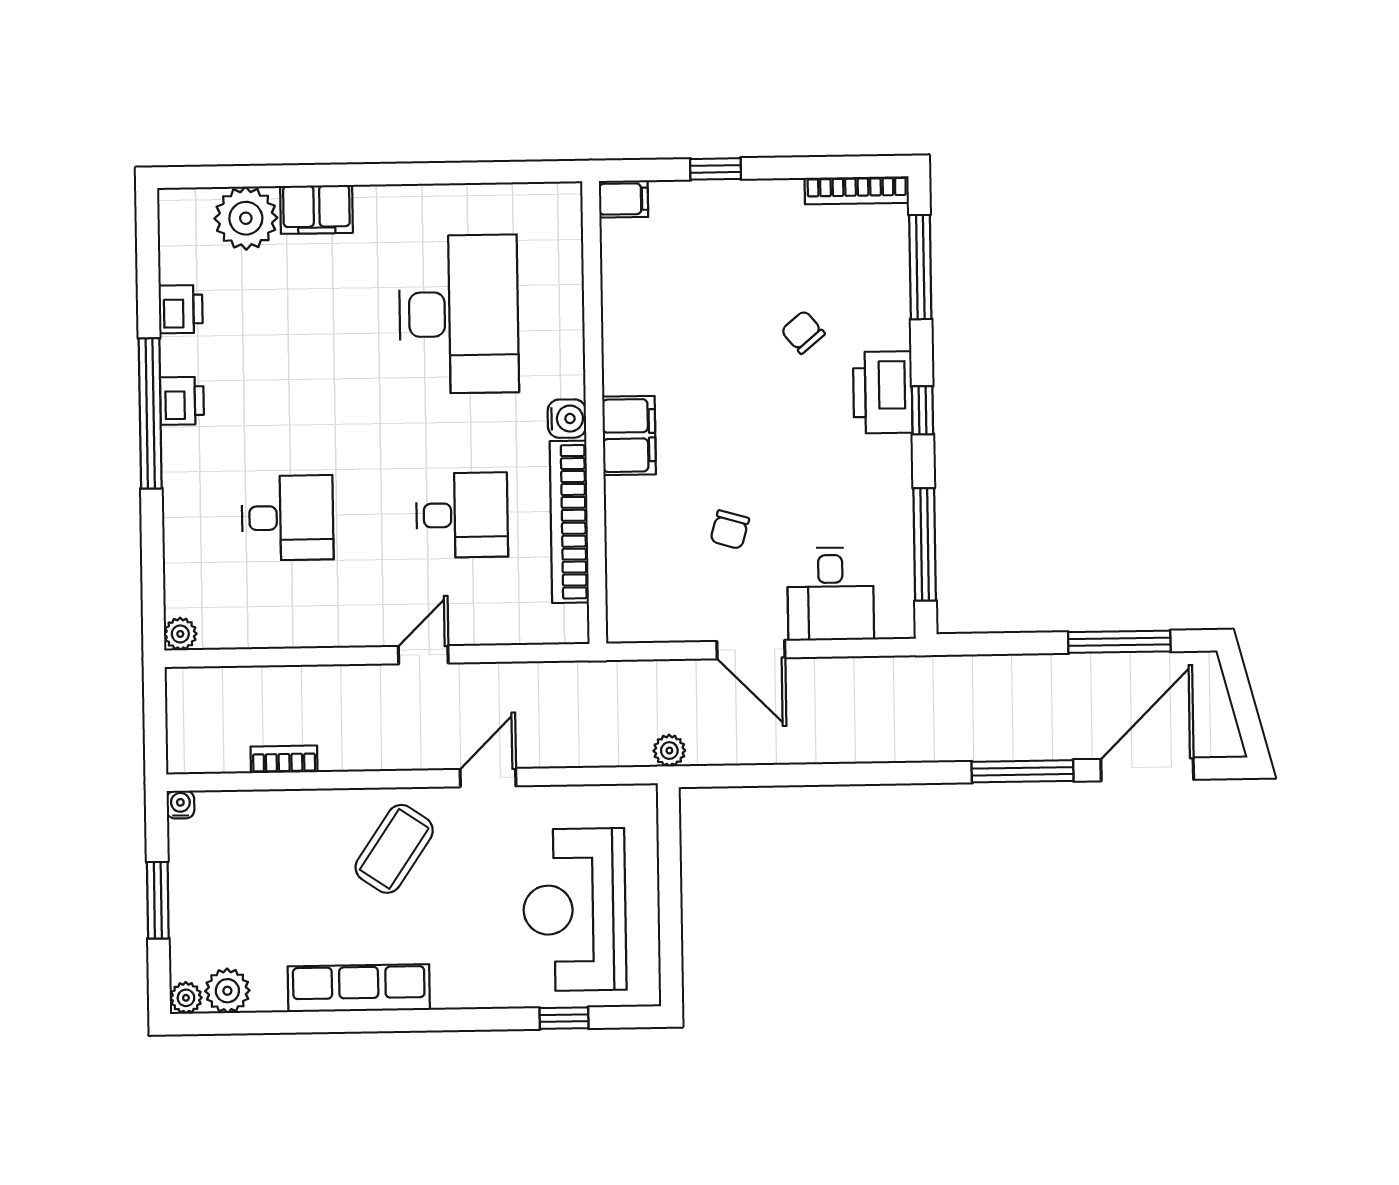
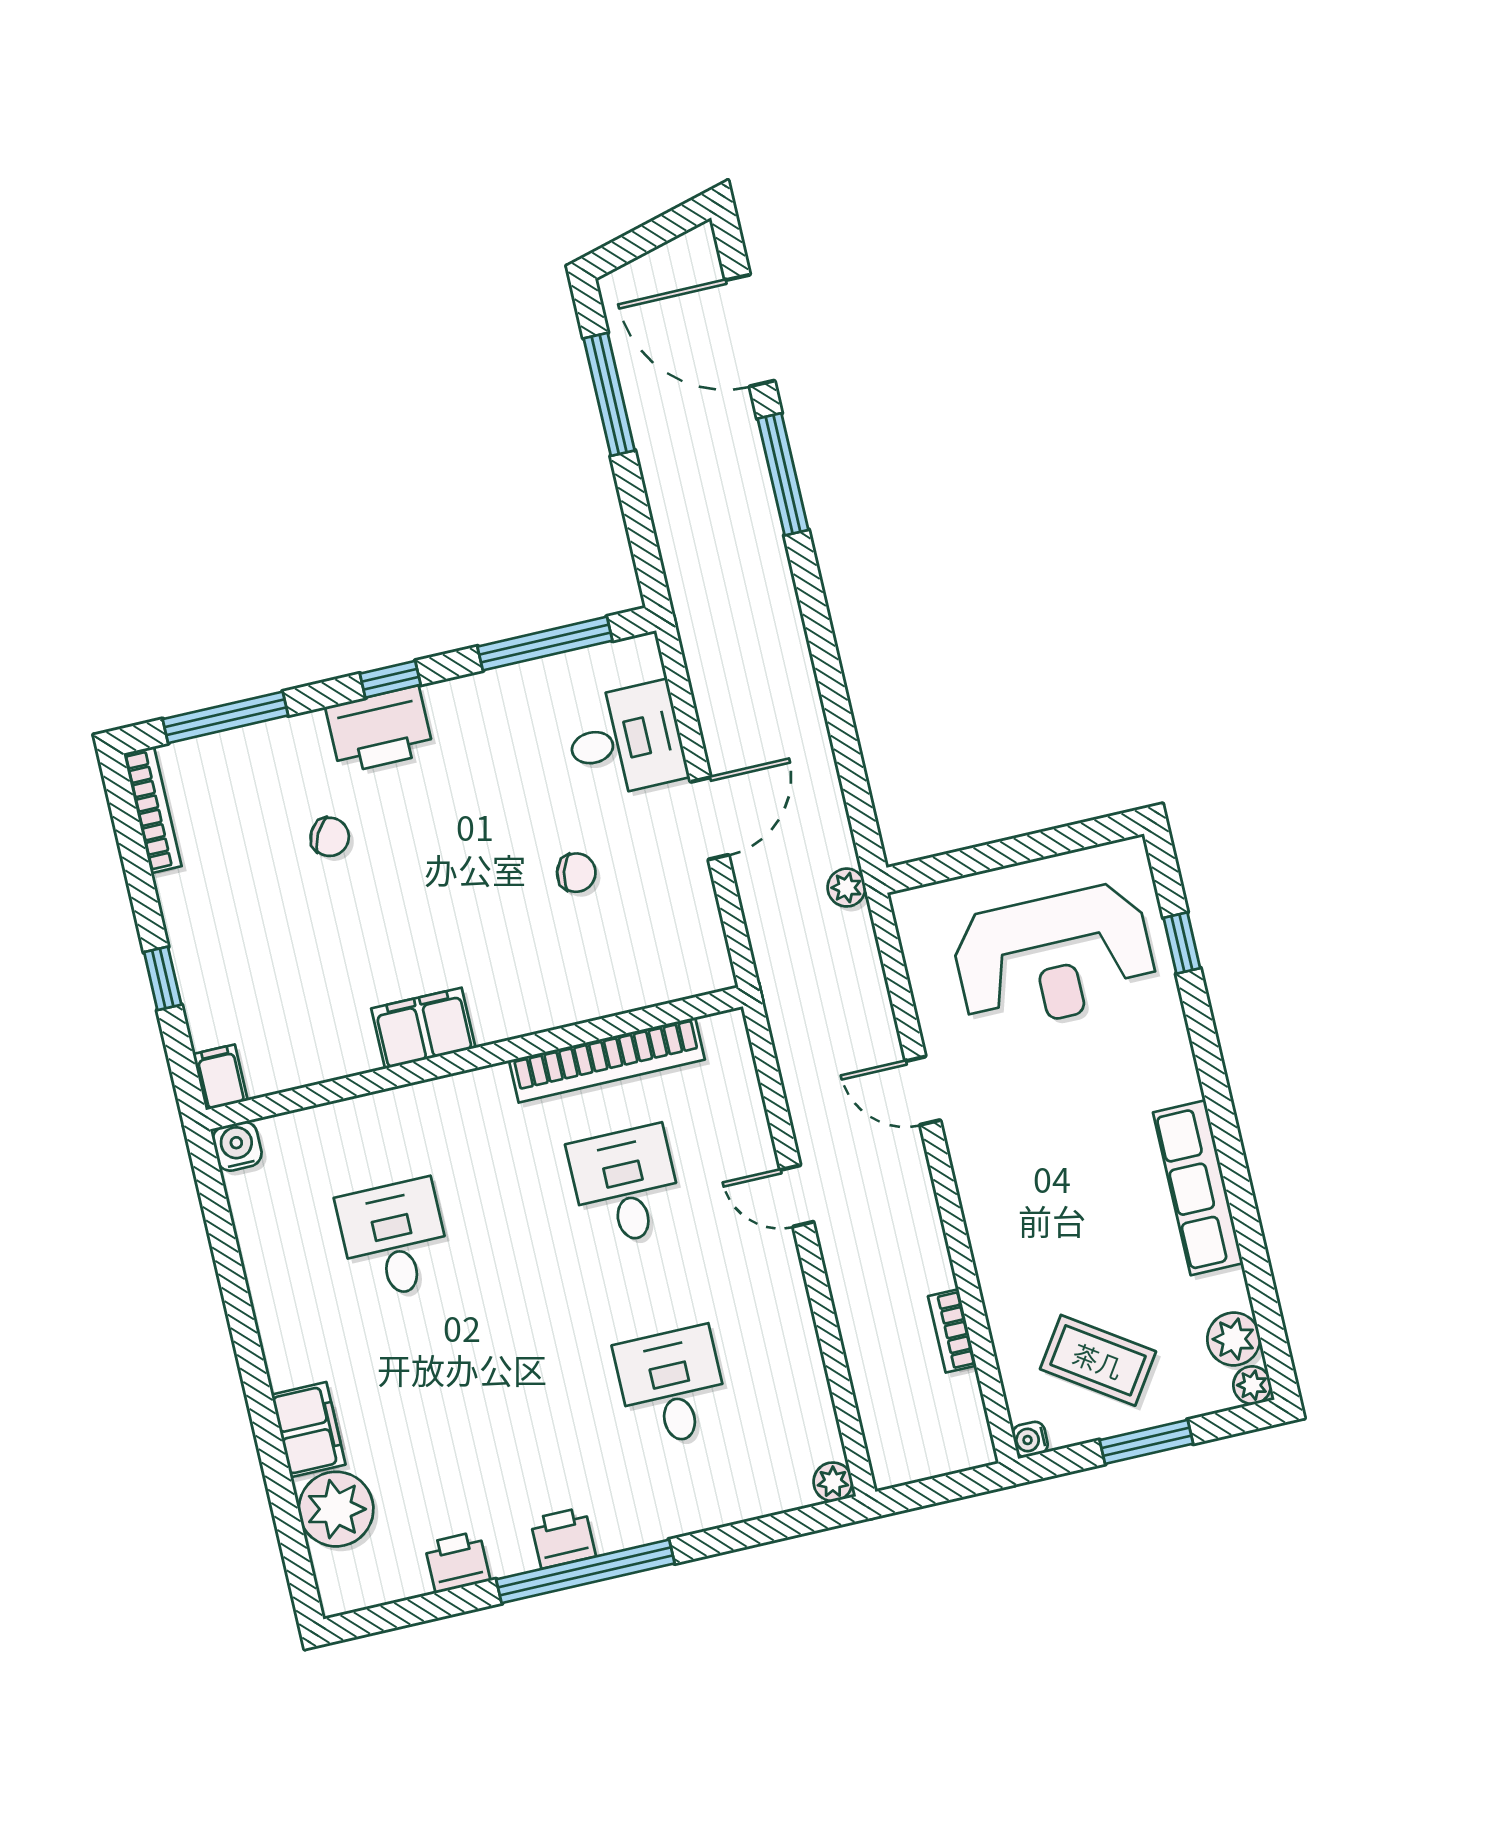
desk: (459, 314) -> (394, 1239), width x0.53, depth x0.77
chair: (803, 332) -> (330, 837), turned -112
water cooler: (567, 419) -> (237, 1146), moved
filing cabinet: (629, 436) -> (423, 1028), moved
coffee table: (394, 849) -> (1098, 1360), moved

